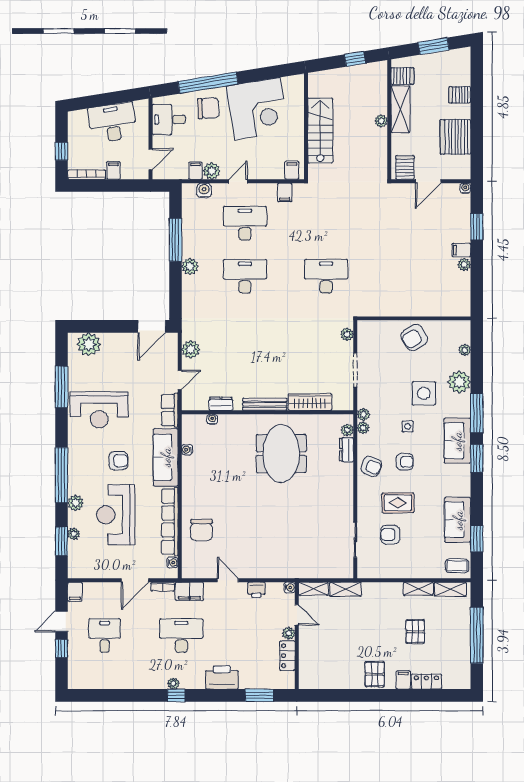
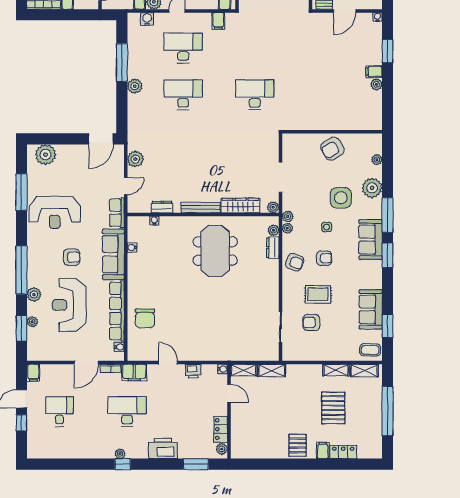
plant: (347, 334) -> (273, 207), moved
pallet: (415, 632) -> (333, 408), width x1.50, depth x1.42
plant: (289, 633) -> (222, 449), moved

